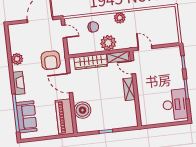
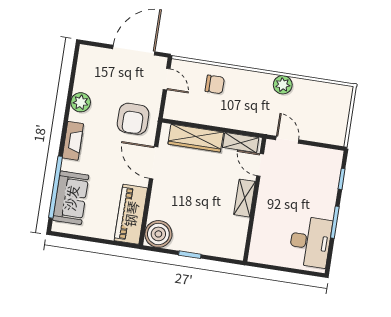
plant: (120, 18) -> (283, 85), moved
plant: (108, 43) -> (231, 116), removed
boiler: (82, 110) -> (158, 234), moved

